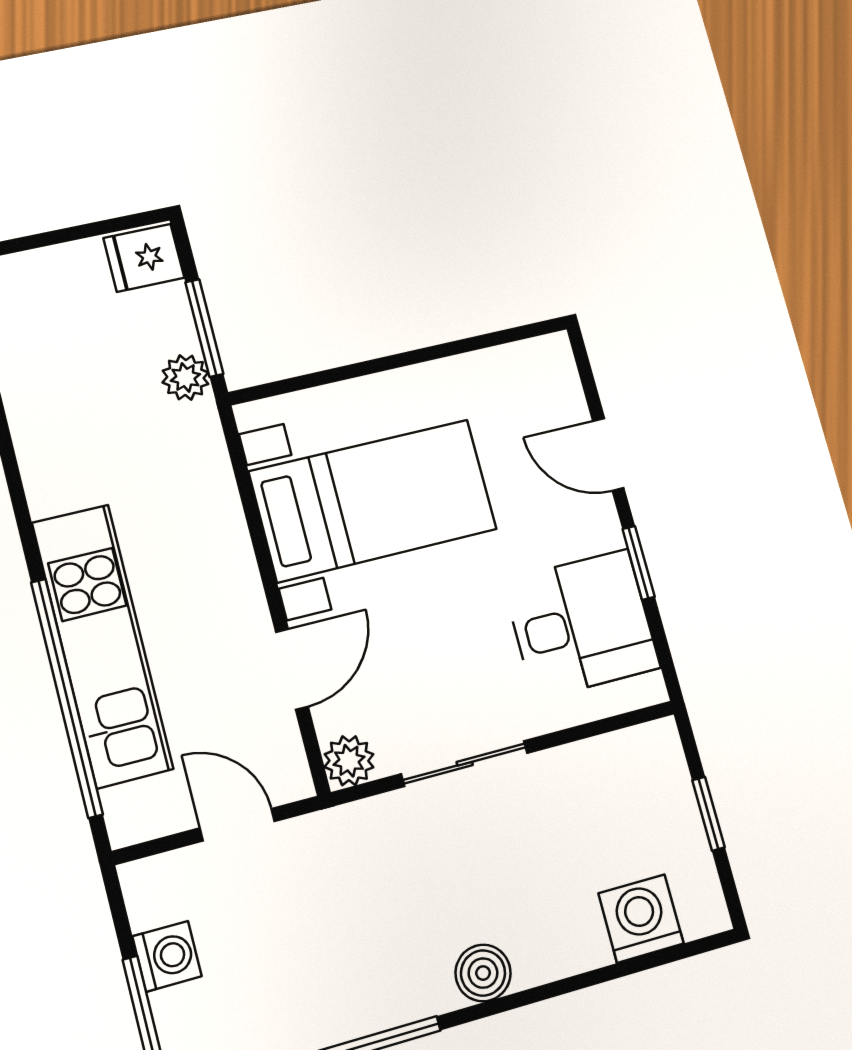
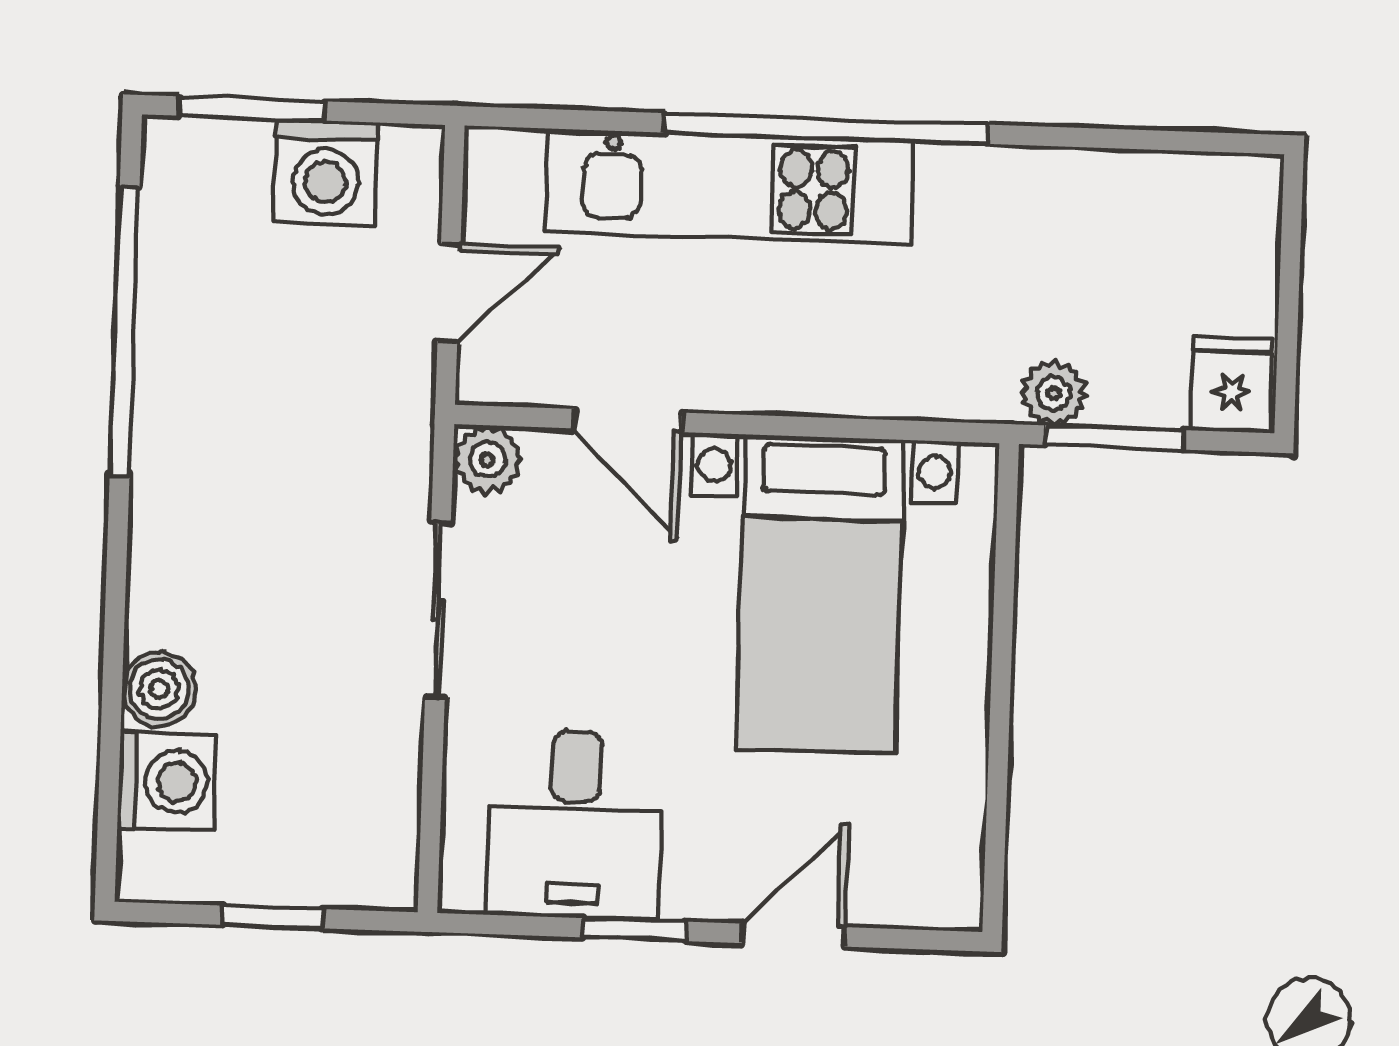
window: (67, 698) -> (826, 129), moved
washing machine: (167, 956) -> (326, 172), width x1.38, depth x1.38
boiler: (483, 973) -> (159, 689), moved

